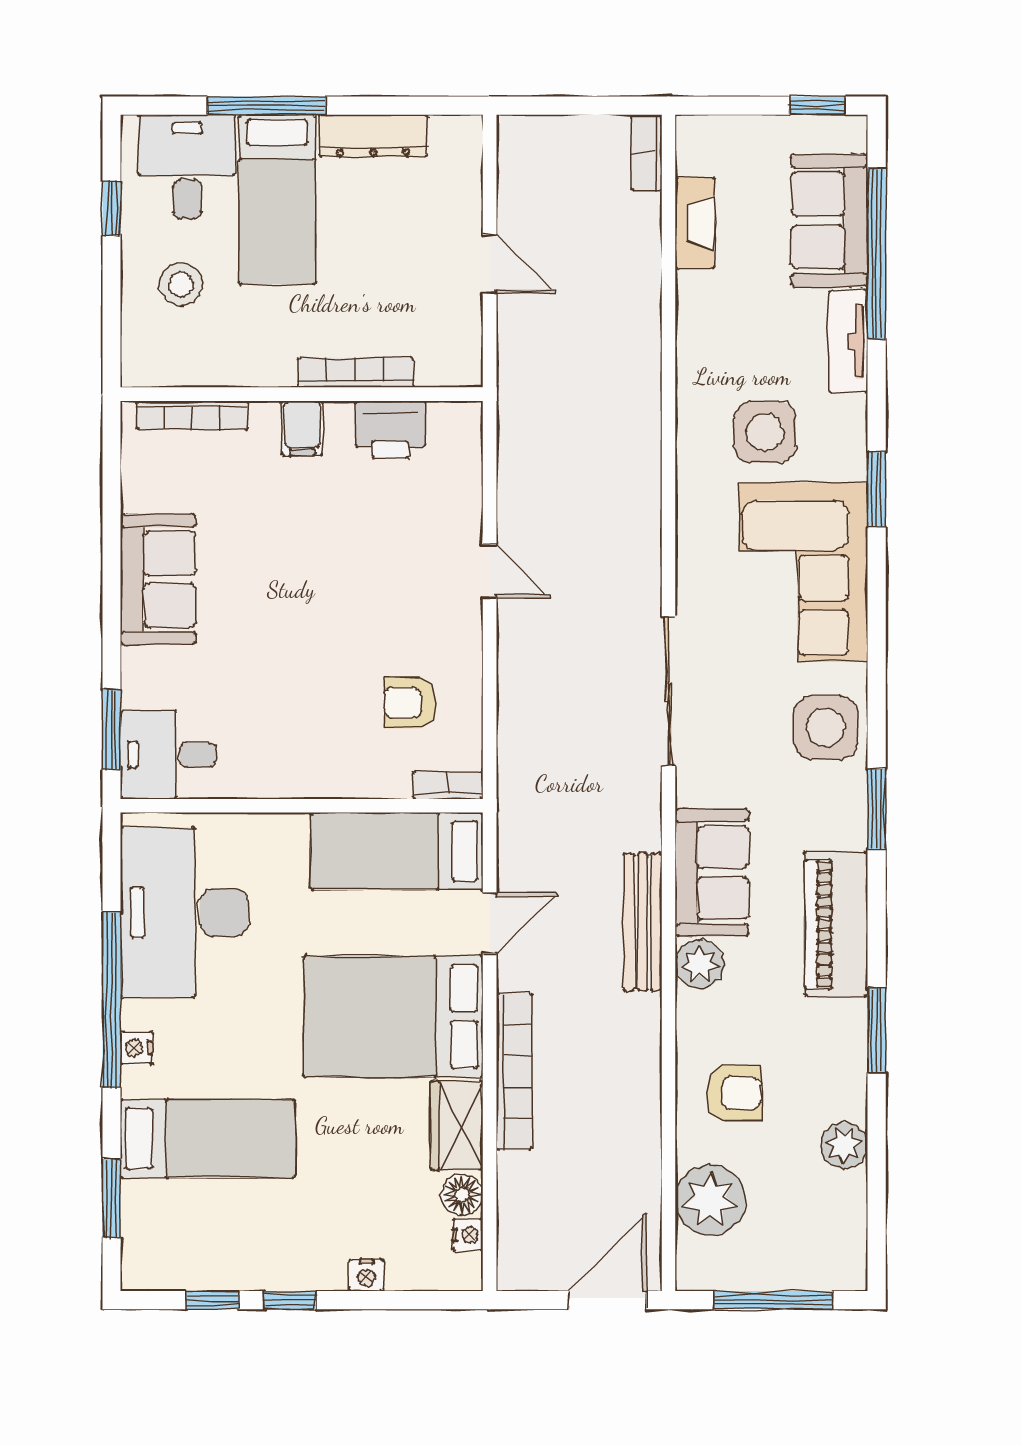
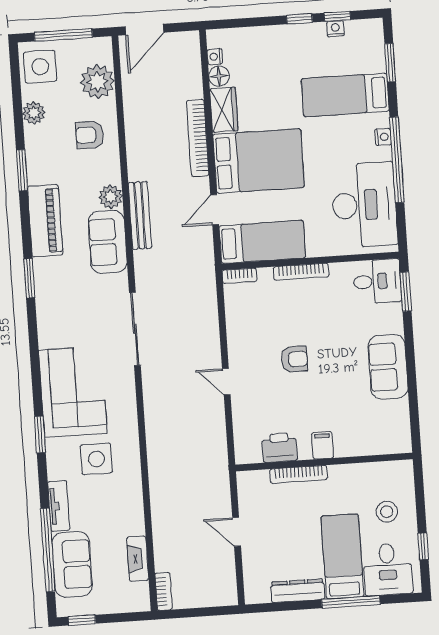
bookcase: (192, 415) -> (301, 272), moved, turned 180
armchair: (410, 703) -> (294, 359), moved
side table: (826, 728) -> (40, 67), moved
nightstand: (366, 1275) -> (335, 29), moved

